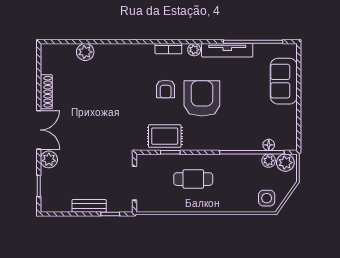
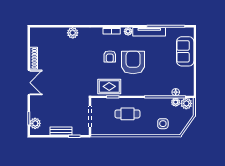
plant: (85, 52) -> (73, 33), moved
plant: (49, 159) -> (35, 123), moved
side table: (267, 198) -> (163, 124), moved

